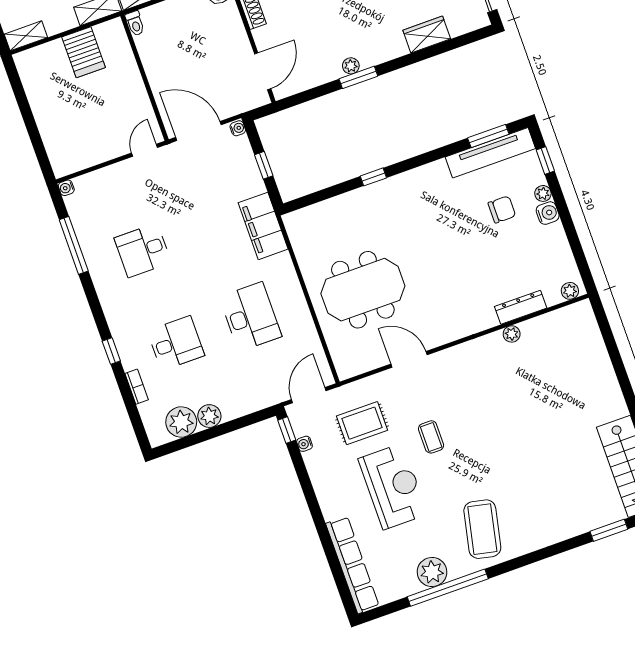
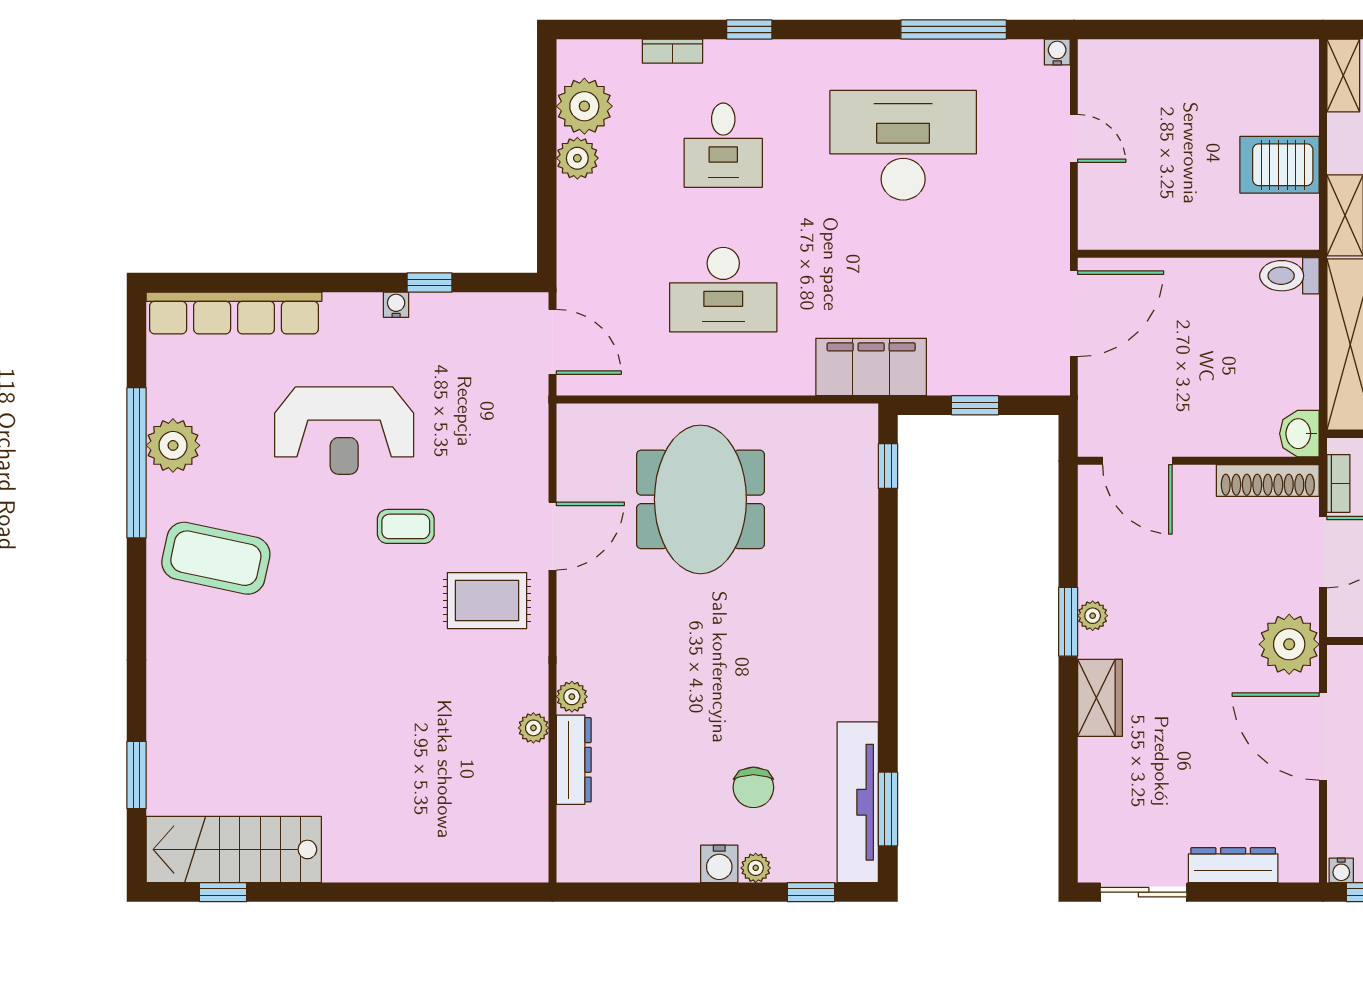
toilet: (135, 23) -> (1289, 276), width x1.37, depth x1.39
wardrobe: (427, 35) -> (1100, 698), moved
water cooler: (238, 128) -> (1055, 383), removed
door: (144, 150) -> (1074, 138), moved
window: (373, 177) -> (888, 466), moved
desk: (143, 250) -> (903, 145), width x1.87, depth x1.30
plant: (570, 291) -> (572, 697), moved
rug: (362, 423) -> (487, 601), moved, turned 90
window: (287, 430) -> (430, 283), moved
water cooler: (305, 444) -> (396, 305), moved

